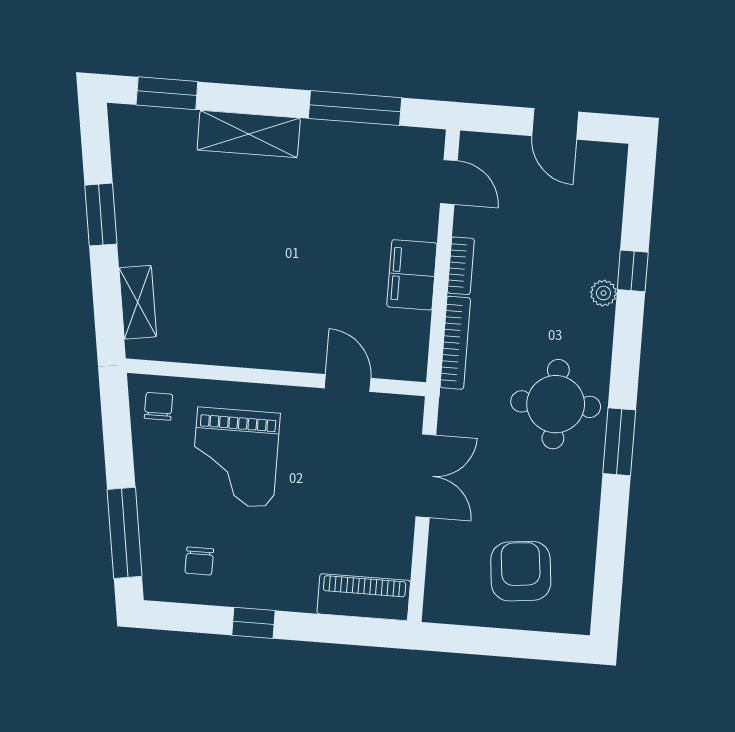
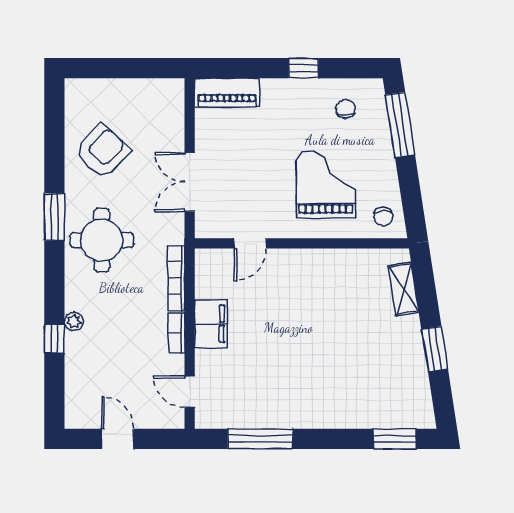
shelving: (249, 134) -> (334, 415), removed
door: (348, 383) -> (250, 243), hinge flipped
armchair: (521, 571) -> (102, 152), moved, turned -131

